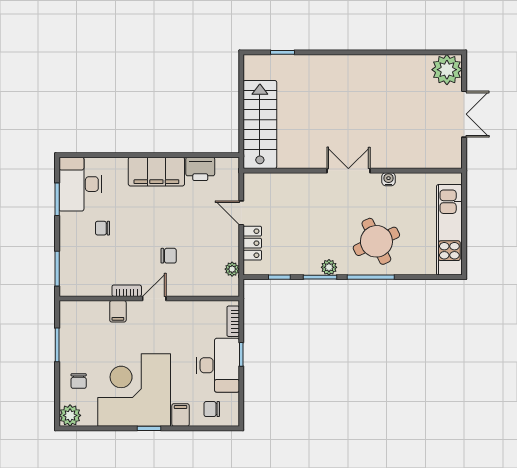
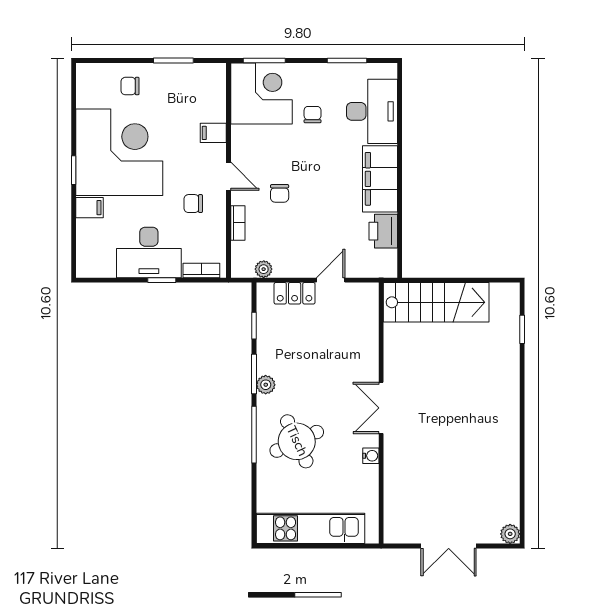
plant: (447, 70) -> (510, 534), width x0.53, depth x0.53
double door: (348, 171) -> (381, 408), swing flipped
desk: (80, 184) -> (372, 111), moved, turned 90
corner desk: (85, 271) -> (262, 93), added
bookcase: (127, 291) -> (238, 223), moved
chair: (212, 409) -> (193, 204), moved, turned -90
plant: (70, 415) -> (89, 76), removed

